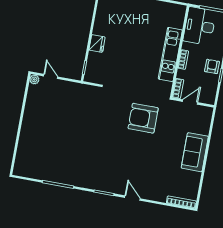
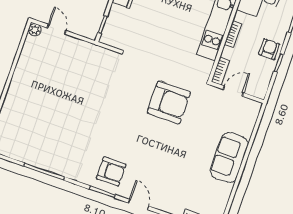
armchair: (143, 118) -> (169, 103), turned 180
armchair: (108, 176) -> (111, 171), added

